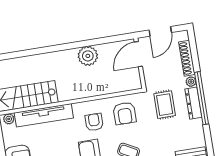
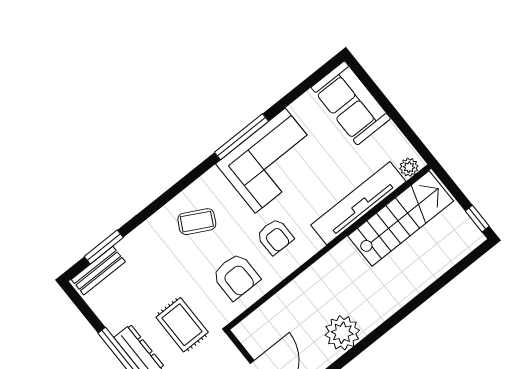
armchair: (125, 113) -> (236, 276), turned 180

